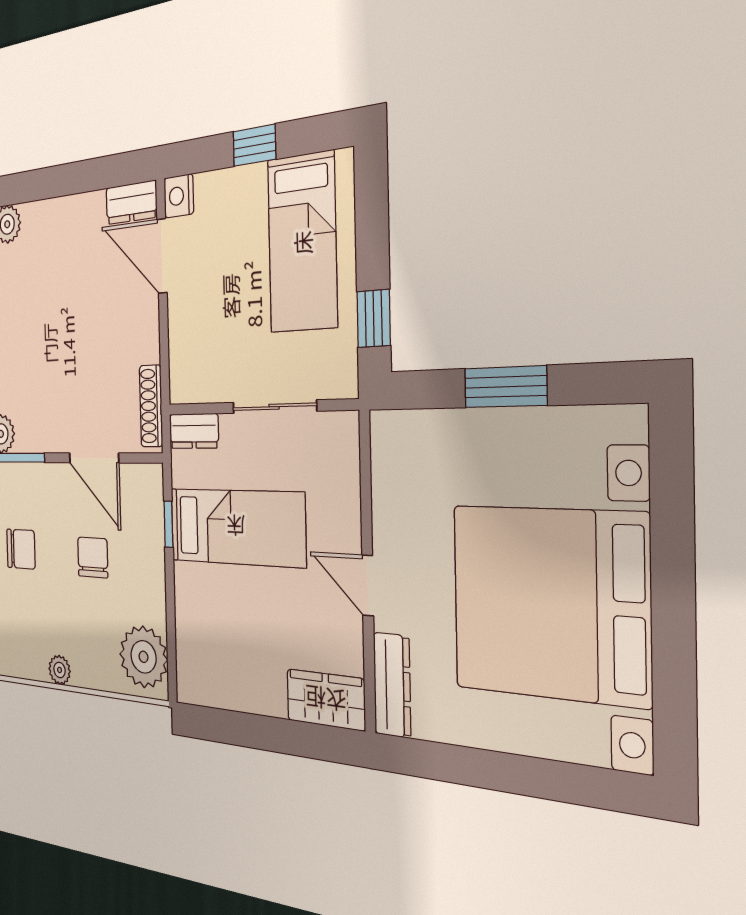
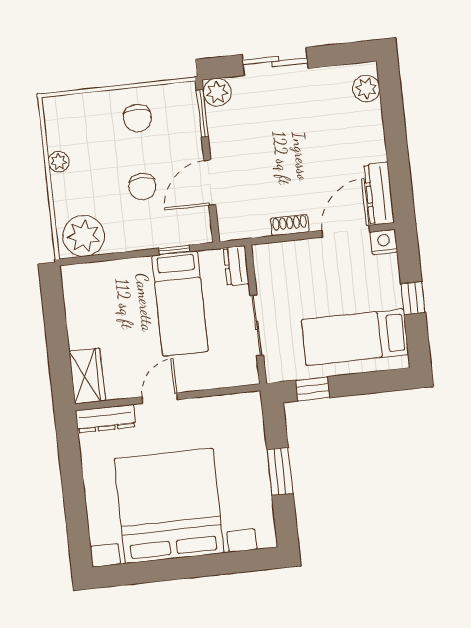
dresser: (131, 202) -> (379, 194), width x1.44
shoe rack: (151, 406) -> (290, 225), moved, width x0.70
chair: (93, 557) -> (142, 187), turned 90

